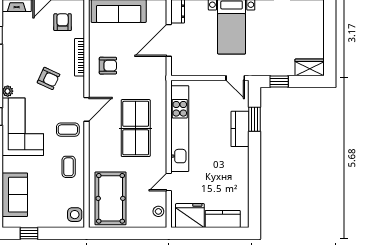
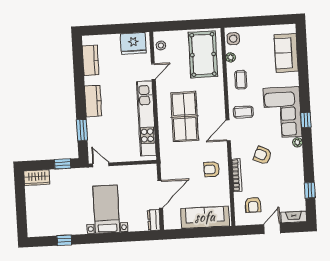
kitchen counter: (240, 129) -> (93, 101), moved
plant: (79, 193) -> (231, 57), added
kitchen counter: (223, 219) -> (91, 60), moved, turned -90
window: (29, 233) -> (272, 20), removed

